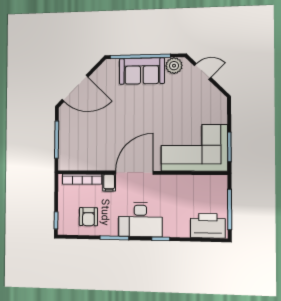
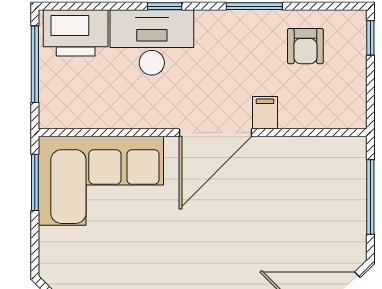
bookcase: (82, 179) -> (319, 119), removed
armchair: (88, 217) -> (305, 46), turned 180
desk: (140, 219) -> (152, 42), moved

